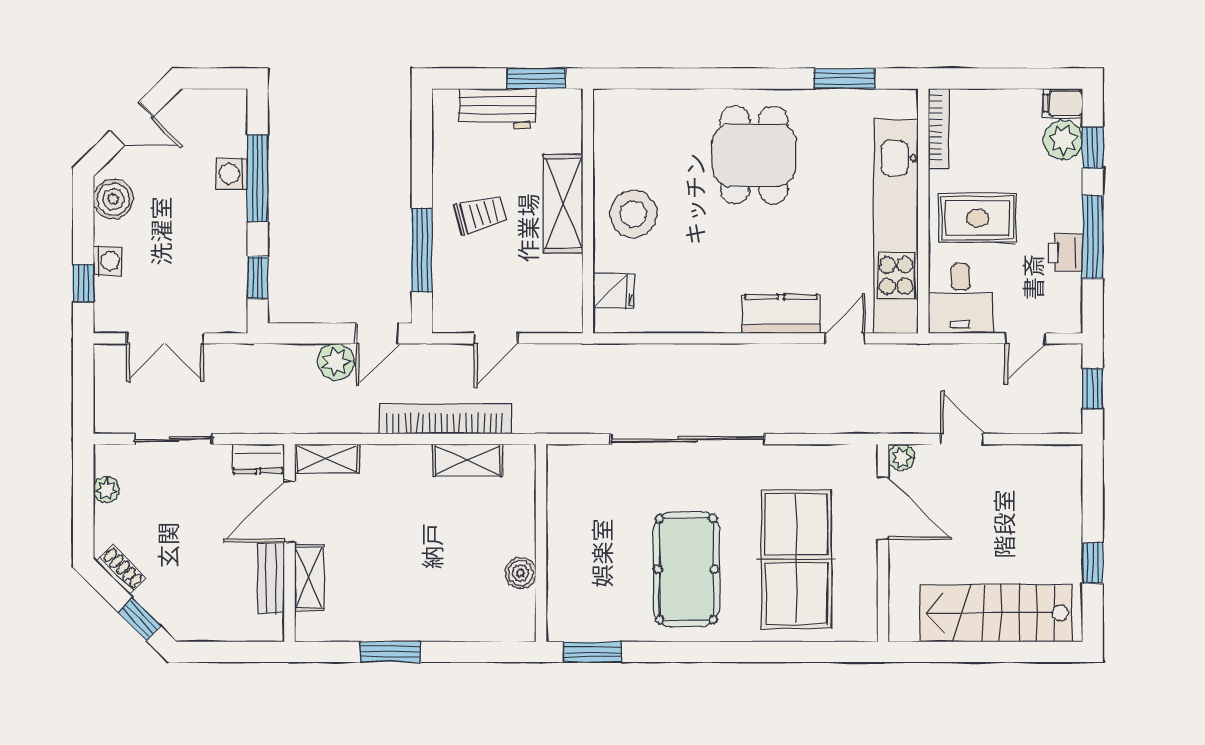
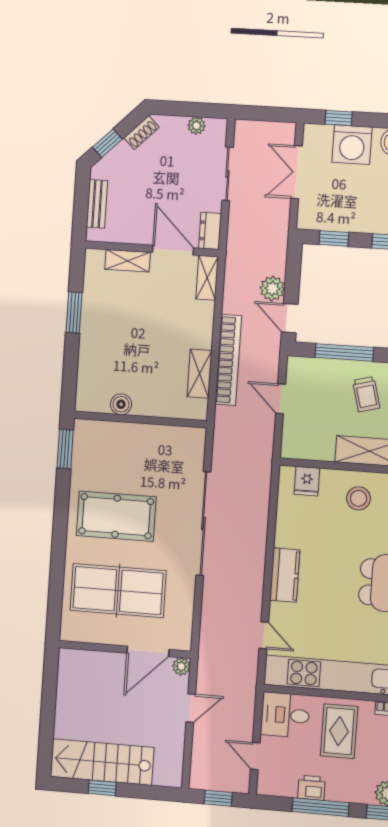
stool: (633, 214) -> (359, 498), width x0.73, depth x0.73
washing machine: (108, 261) -> (352, 145), width x1.89, depth x1.89
kitchen counter: (781, 314) -> (285, 575), moved
bench: (271, 579) -> (97, 204), moved, turned 90
stairs: (996, 613) -> (102, 762), moved, turned -90

